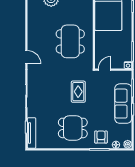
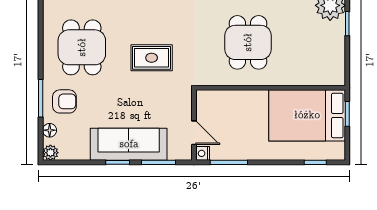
dining table: (70, 41) -> (248, 42), width x0.73
door: (105, 70) -> (194, 133), moved

